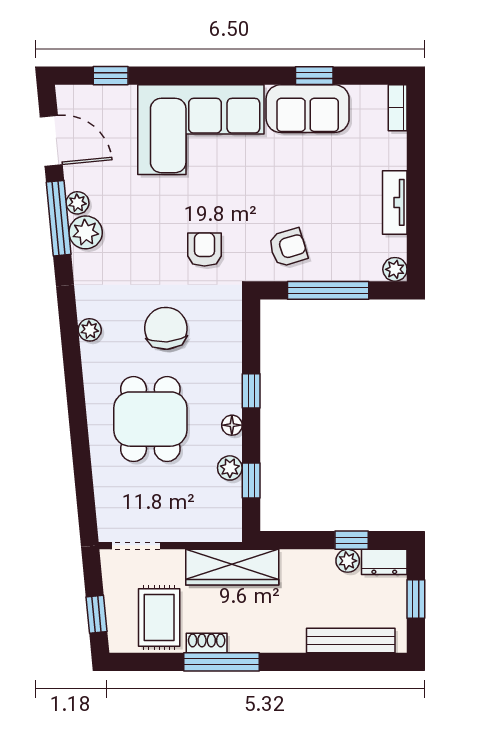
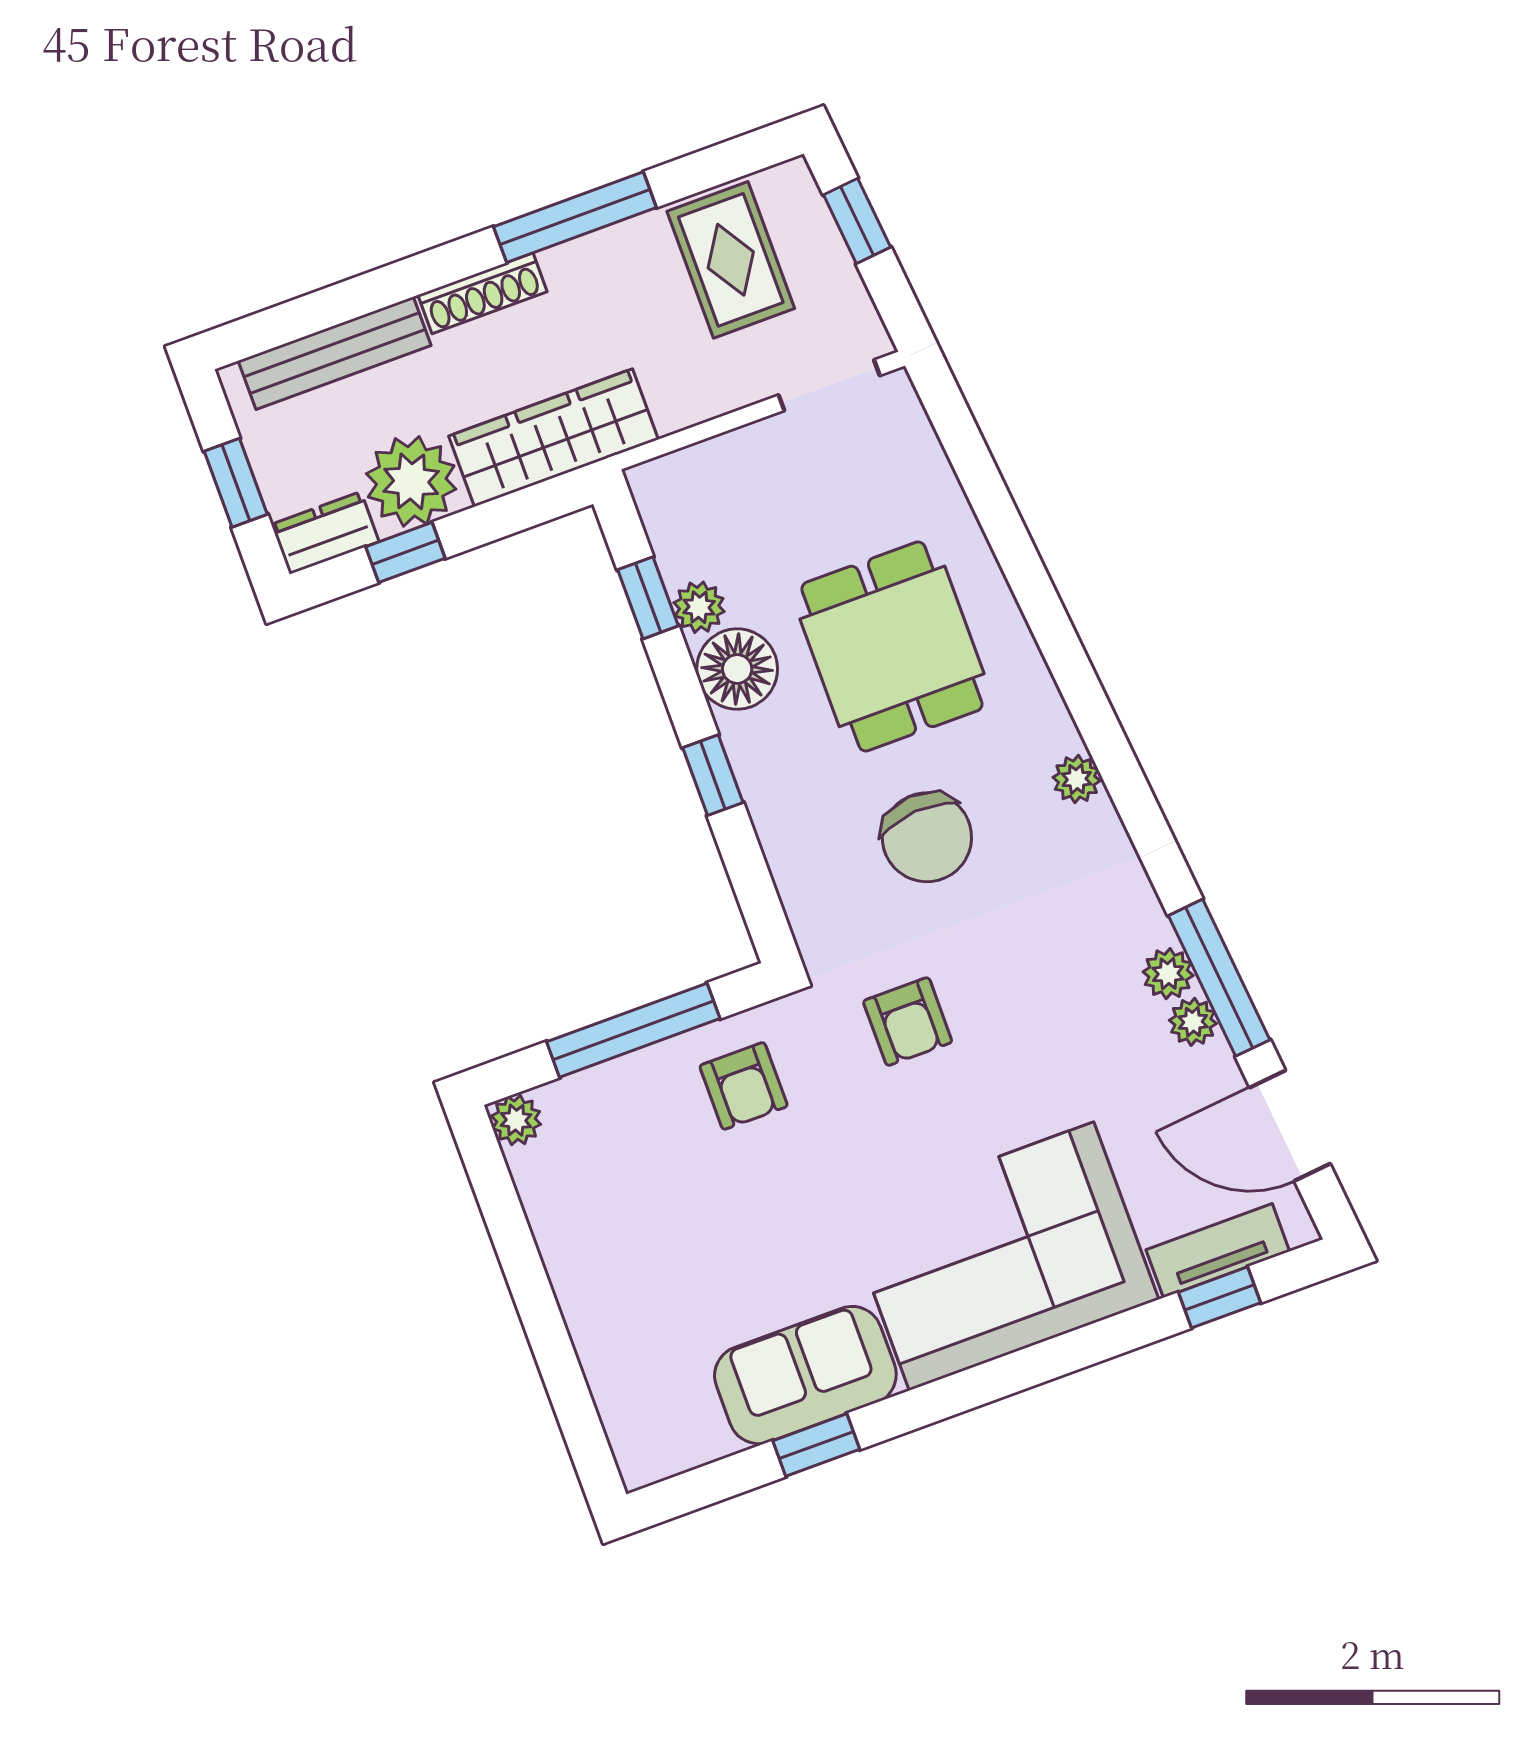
bookcase: (398, 108) -> (628, 1442), removed
tv unit: (395, 202) -> (1218, 1251), moved, turned -90
plant: (86, 232) -> (1168, 974), width x0.73, depth x0.73
armchair: (288, 247) -> (744, 1086), turned -73
floor lamp: (232, 425) -> (737, 669), width x1.89, depth x1.89
plant: (348, 561) -> (411, 481), width x1.88, depth x1.88
wardrobe: (232, 567) -> (554, 438), moved
shoe rack: (207, 643) -> (483, 293), moved, width x1.43

